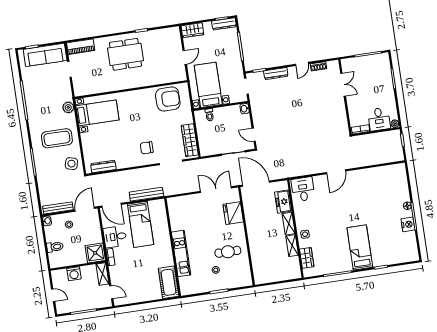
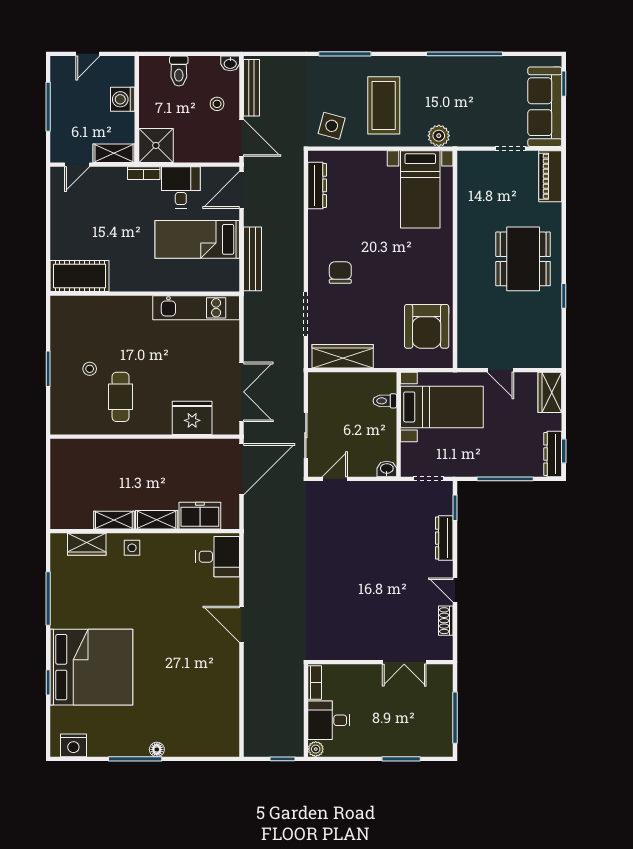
nightstand: (408, 224) -> (73, 745), moved
bed: (360, 247) -> (91, 667), width x2.04
kitchen unit: (181, 253) -> (196, 308), moved

